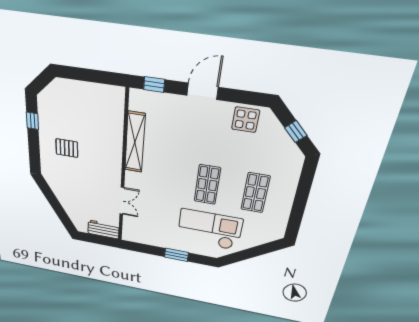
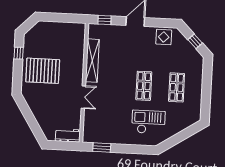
pallet: (67, 148) -> (43, 71), width x2.05, depth x2.00
double door: (122, 201) -> (83, 97), moved
checkout: (209, 230) -> (148, 122), width x0.73, depth x0.83
window: (176, 255) -> (102, 147), moved

